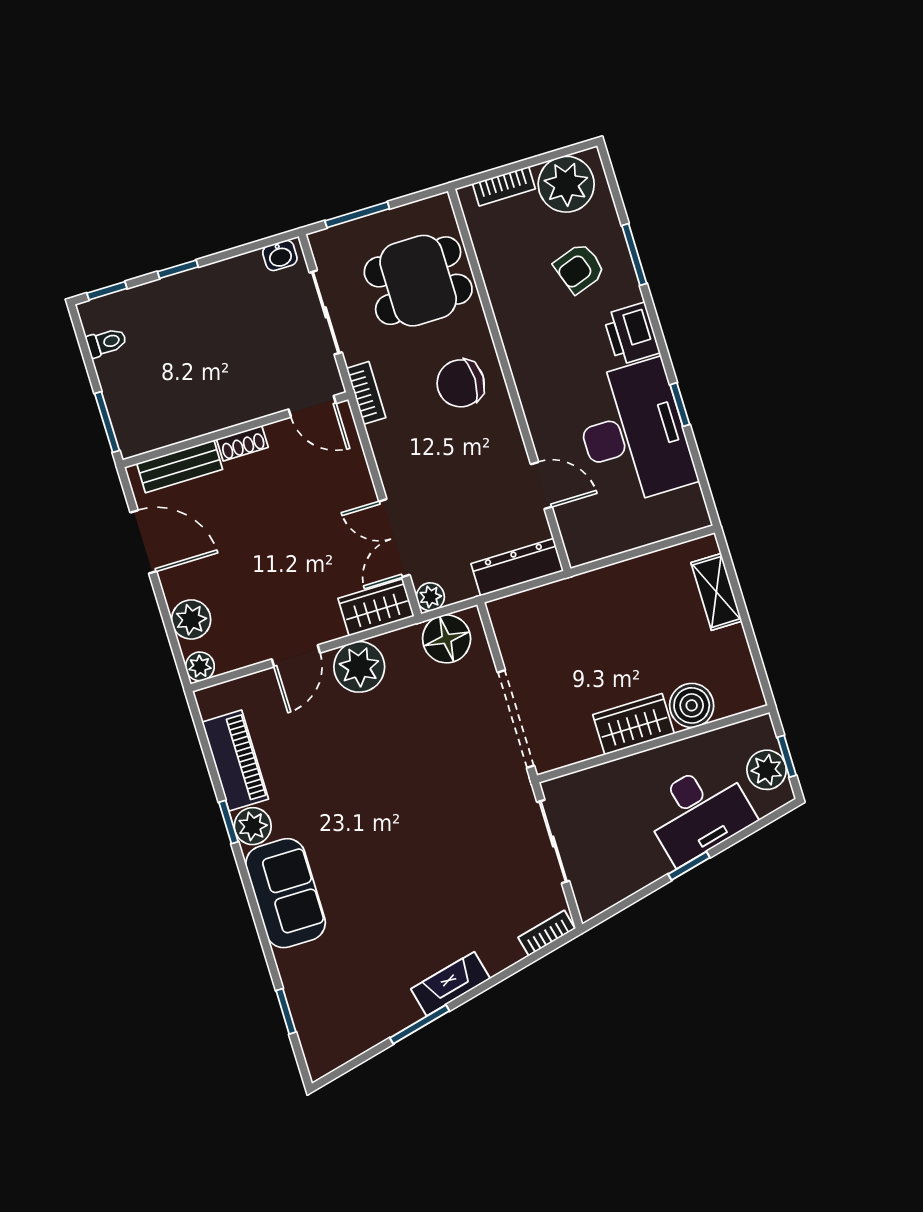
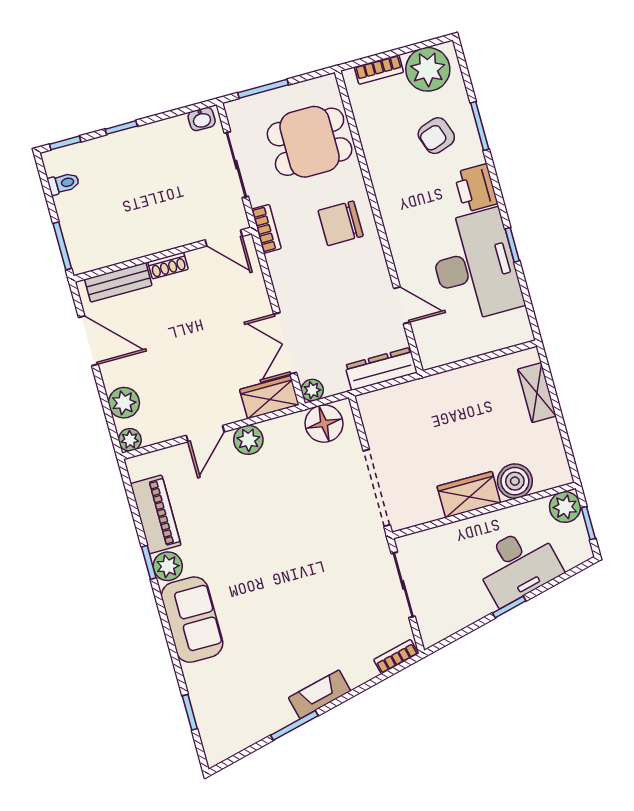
plant: (359, 667) -> (248, 440), width x0.73, depth x0.73
plant: (767, 770) -> (565, 507), moved

